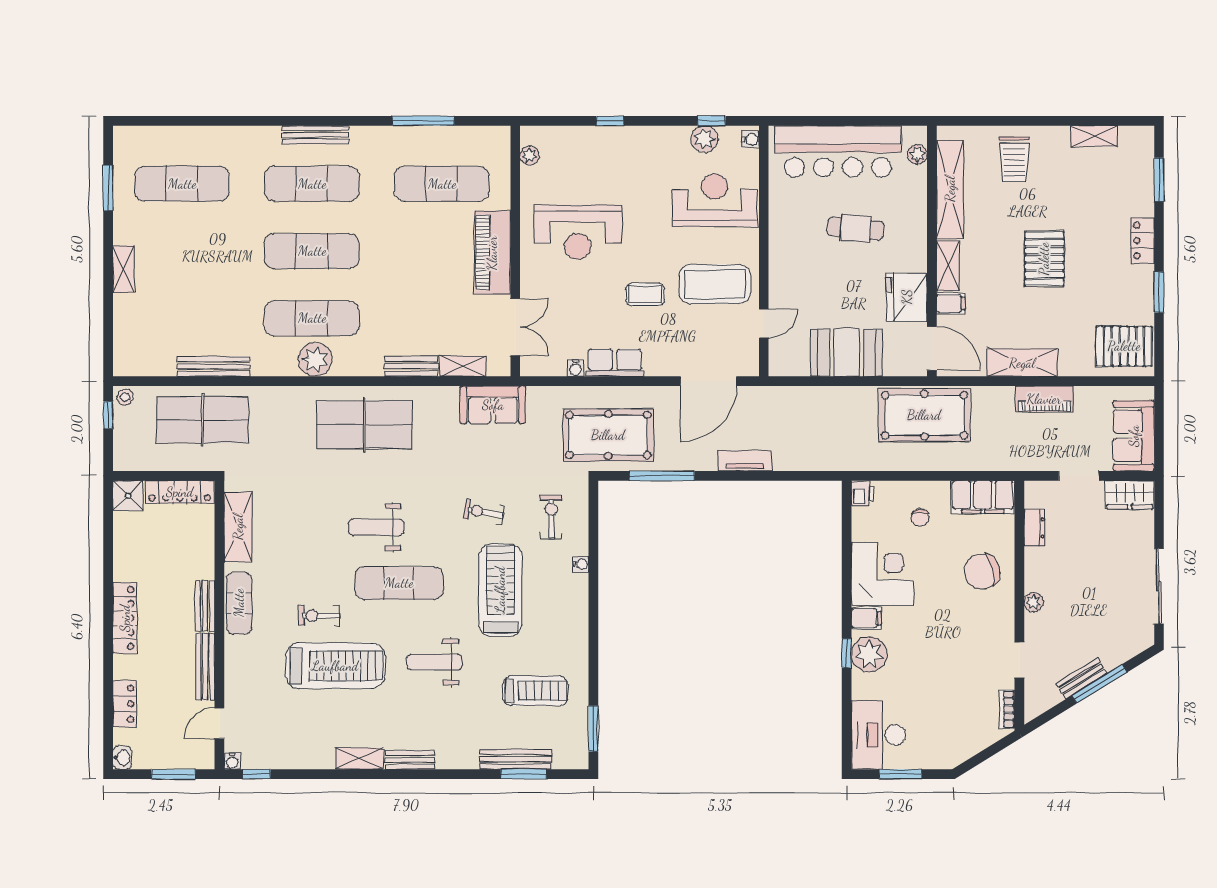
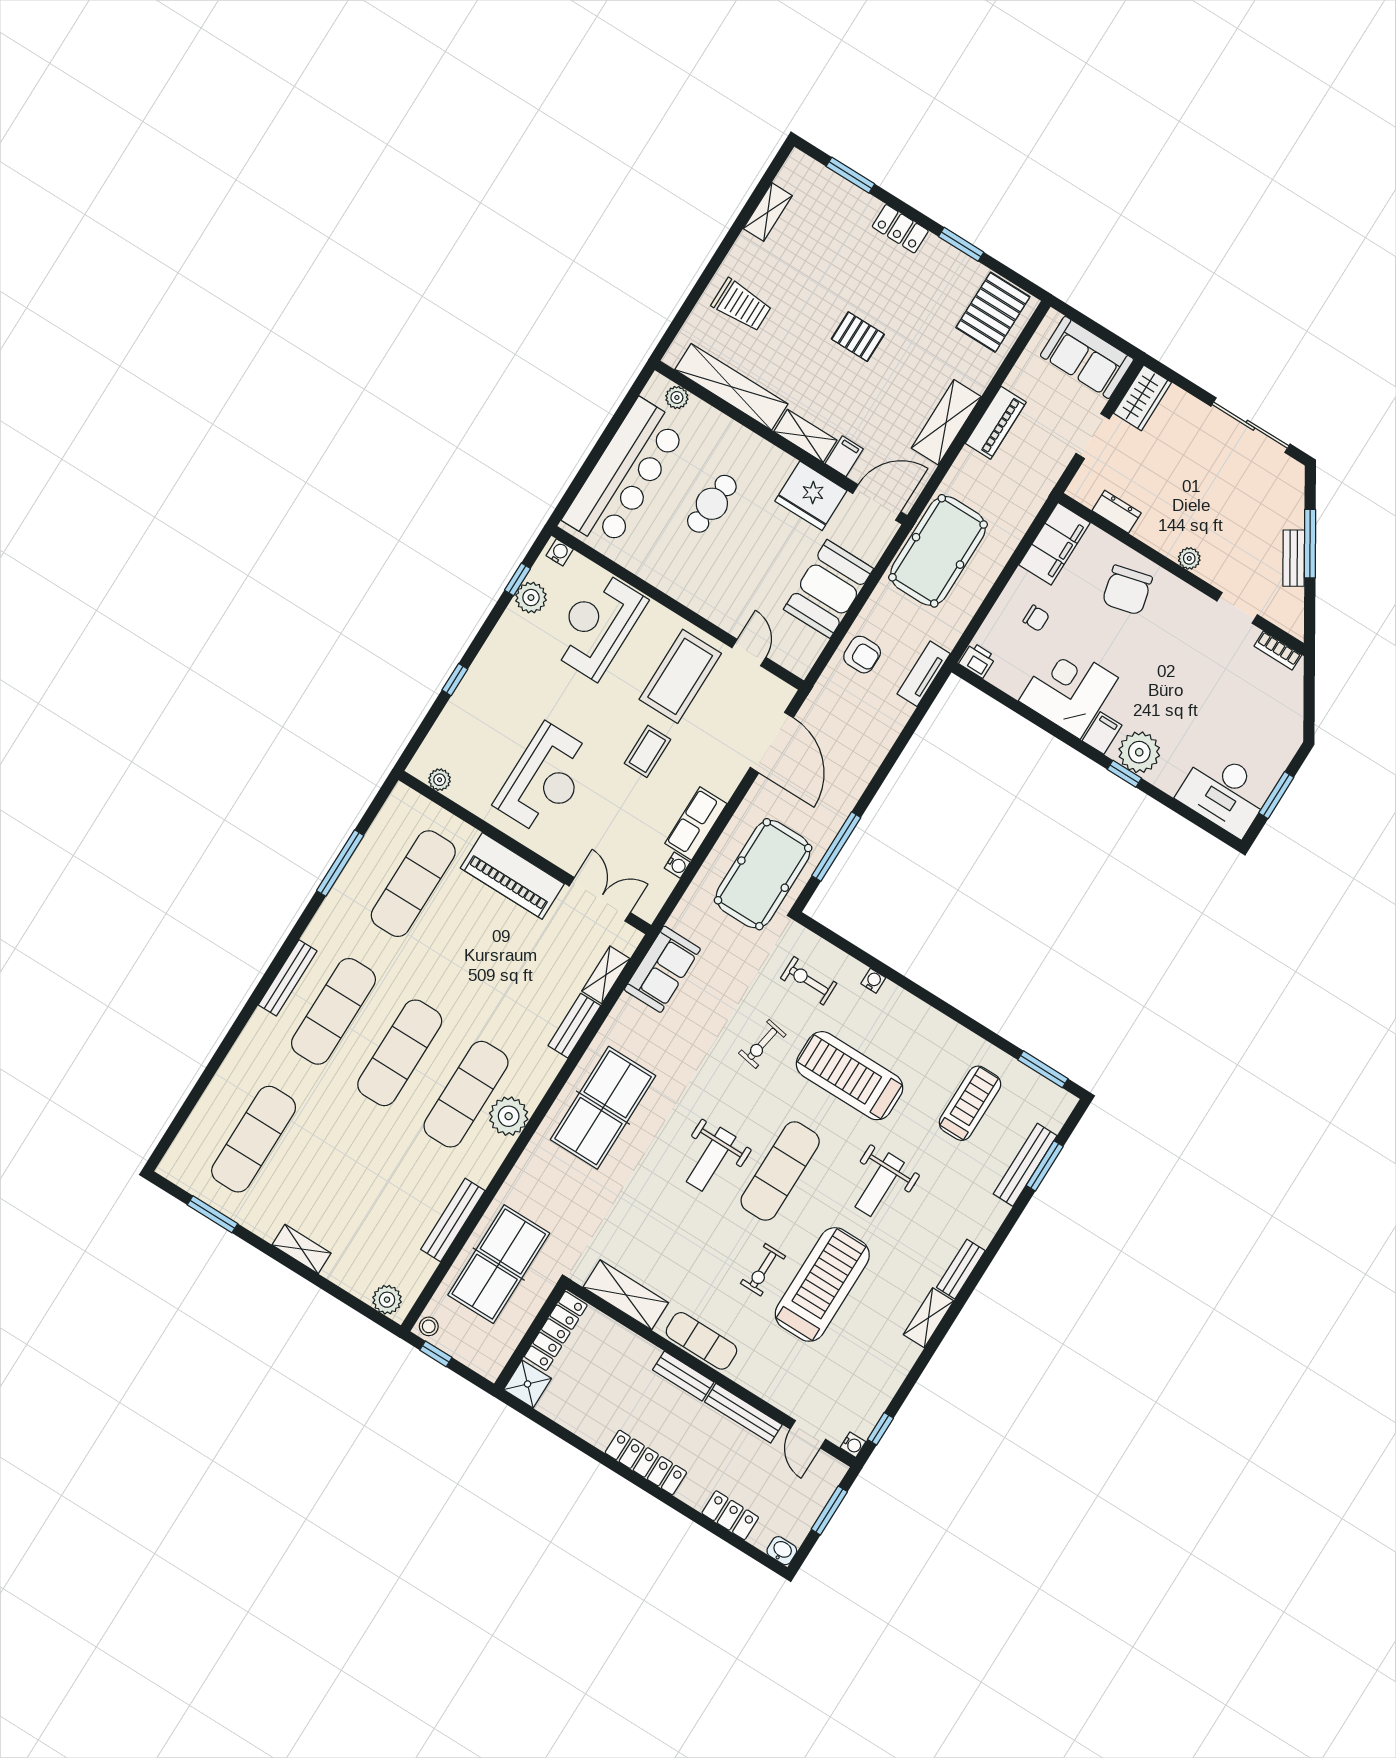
pallet: (1044, 259) -> (858, 337), width x0.67, depth x0.71
plant: (126, 354) -> (387, 1300), added
armchair: (814, 407) -> (862, 655), added
tv unit: (745, 461) -> (924, 674), moved

